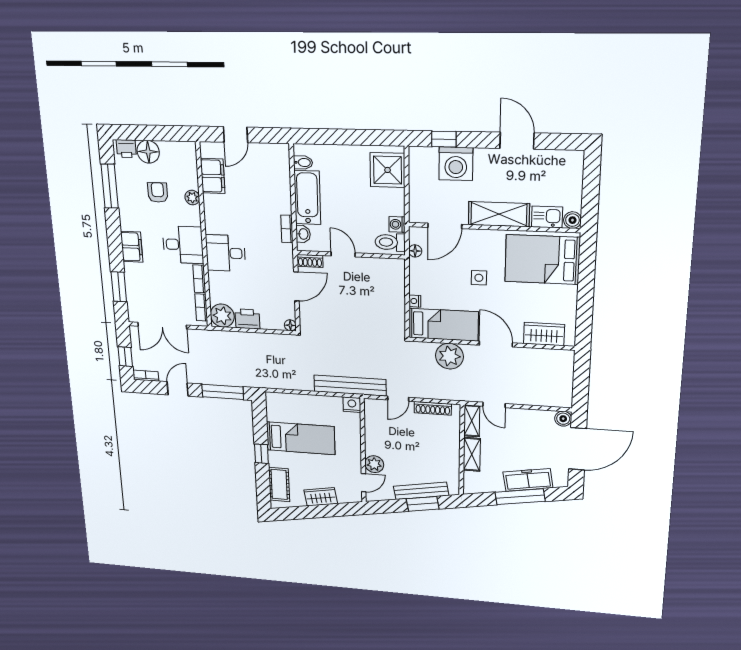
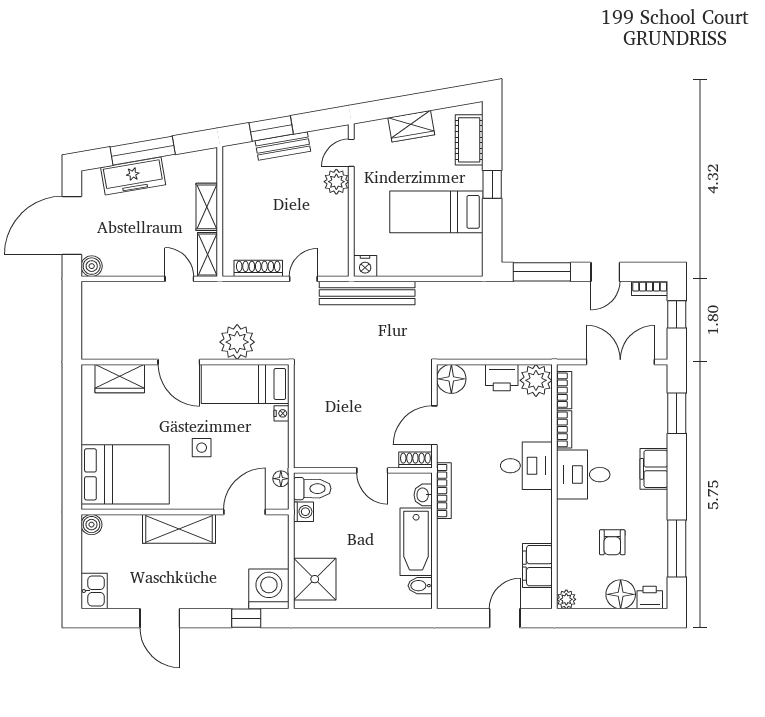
washing machine: (456, 164) -> (269, 589), moved
plant: (192, 198) -> (566, 599), moved
kitchen sink: (547, 217) -> (94, 591), moved, turned -90
bookcase: (287, 229) -> (444, 491), width x1.56
floor lamp: (290, 325) -> (451, 379), width x1.89, depth x1.89
bench: (421, 491) -> (283, 146), width x0.73

